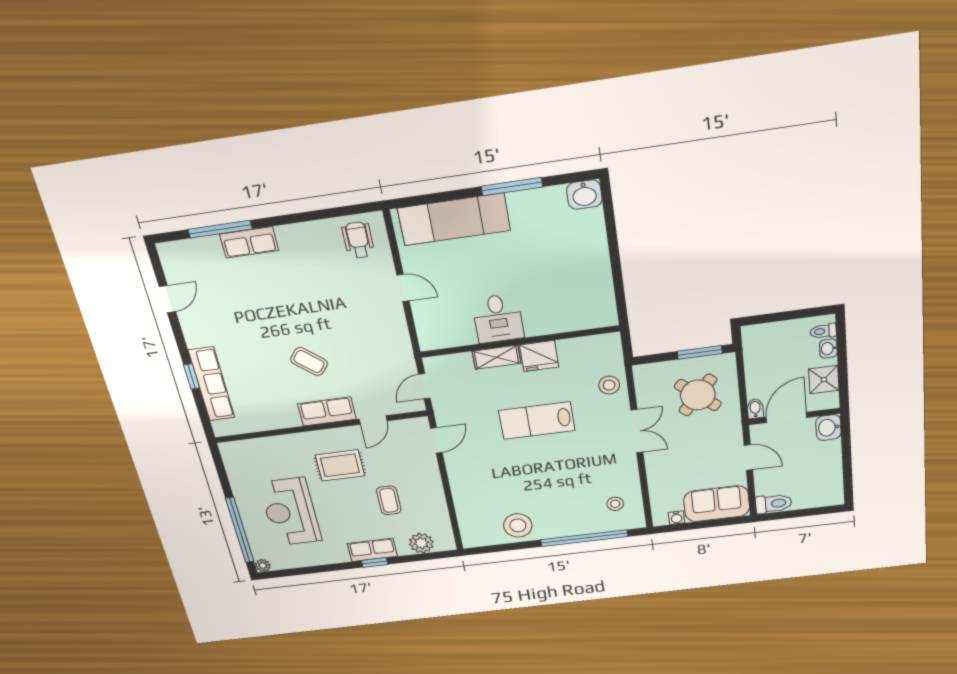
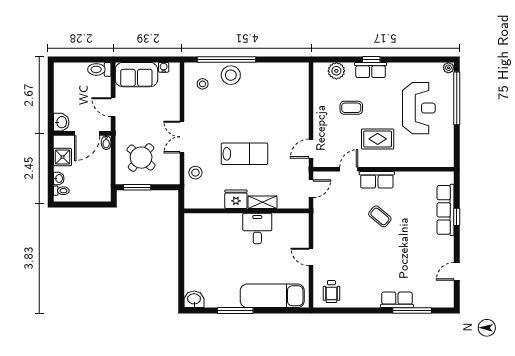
coffee table: (389, 500) -> (351, 108), turned 90
stool: (518, 525) -> (231, 75), moved

